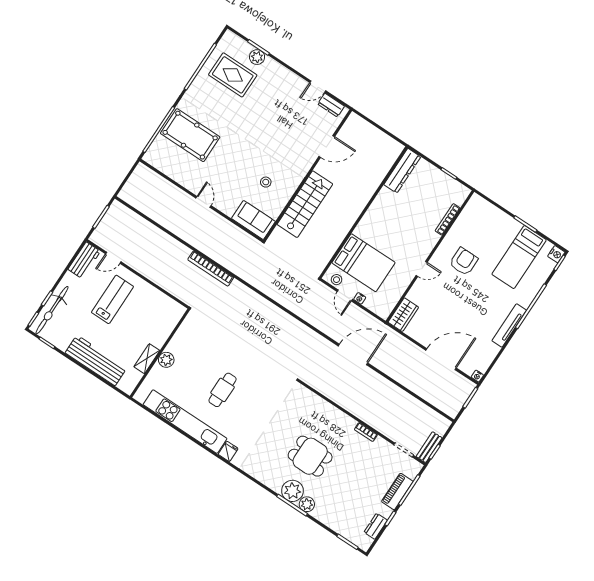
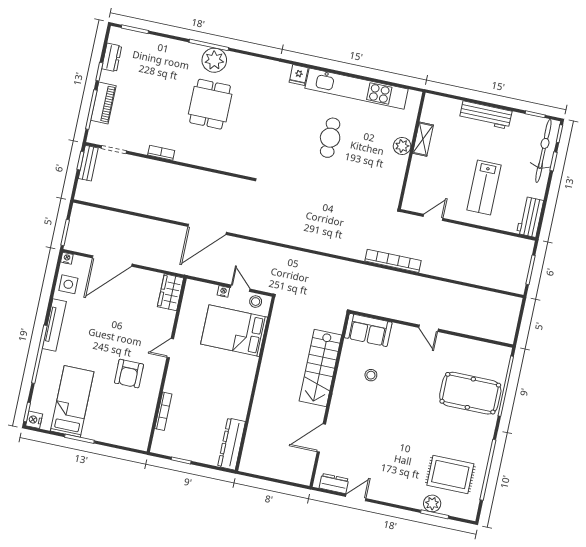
door: (113, 258) -> (433, 217), moved
side table: (485, 354) -> (68, 284), added
workbench: (96, 360) -> (486, 115), width x0.73, depth x0.76
dining table: (310, 456) -> (210, 104), turned 90
plant: (307, 504) -> (194, 52), removed

